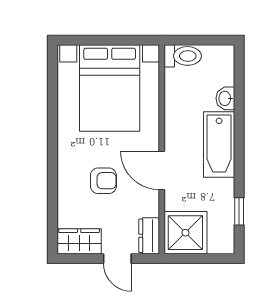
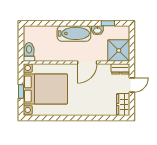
window: (105, 40) -> (21, 91), added
washbasin: (225, 98) -> (97, 30), moved
armchair: (103, 181) -> (92, 92), removed

